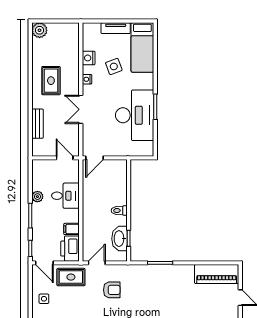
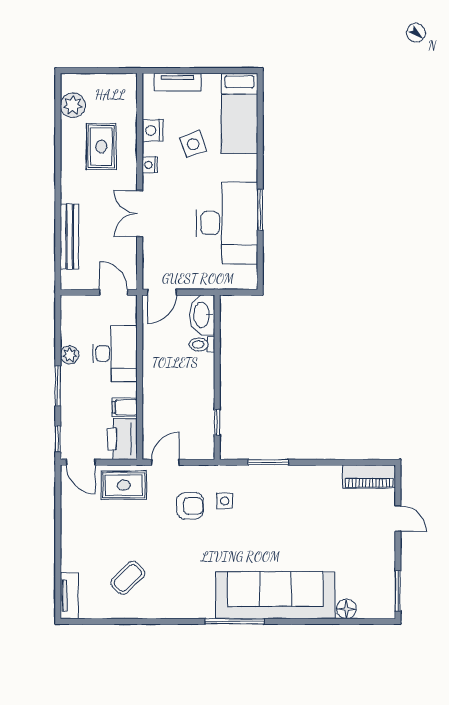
tv unit: (116, 28) -> (177, 82), moved
plant: (40, 30) -> (73, 105), moved
rug: (51, 81) -> (101, 146), moved
bench: (37, 124) -> (70, 237), width x1.36
desk: (65, 196) -> (115, 353), width x1.37
toilet: (119, 211) -> (202, 345), moved
washbasin: (119, 239) -> (202, 315), moved
piano: (217, 274) -> (369, 476), width x0.73, depth x0.75
side table: (44, 299) -> (225, 501), moved

